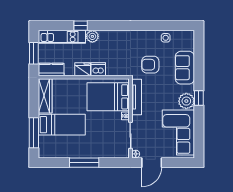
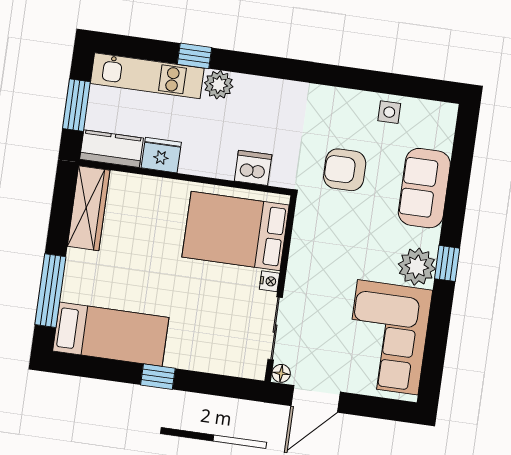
fridge: (83, 69) -> (161, 155), moved
dishwasher: (98, 69) -> (253, 168), moved
tv unit: (137, 97) -> (302, 241), removed
bed: (62, 125) -> (111, 334), moved
window: (84, 163) -> (158, 377), width x0.46

